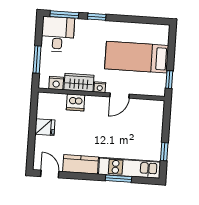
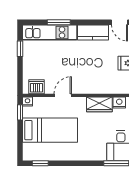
window: (97, 17) -> (40, 163), moved
nightstand: (100, 87) -> (28, 102), moved
dishwasher: (76, 102) -> (37, 87), moved

